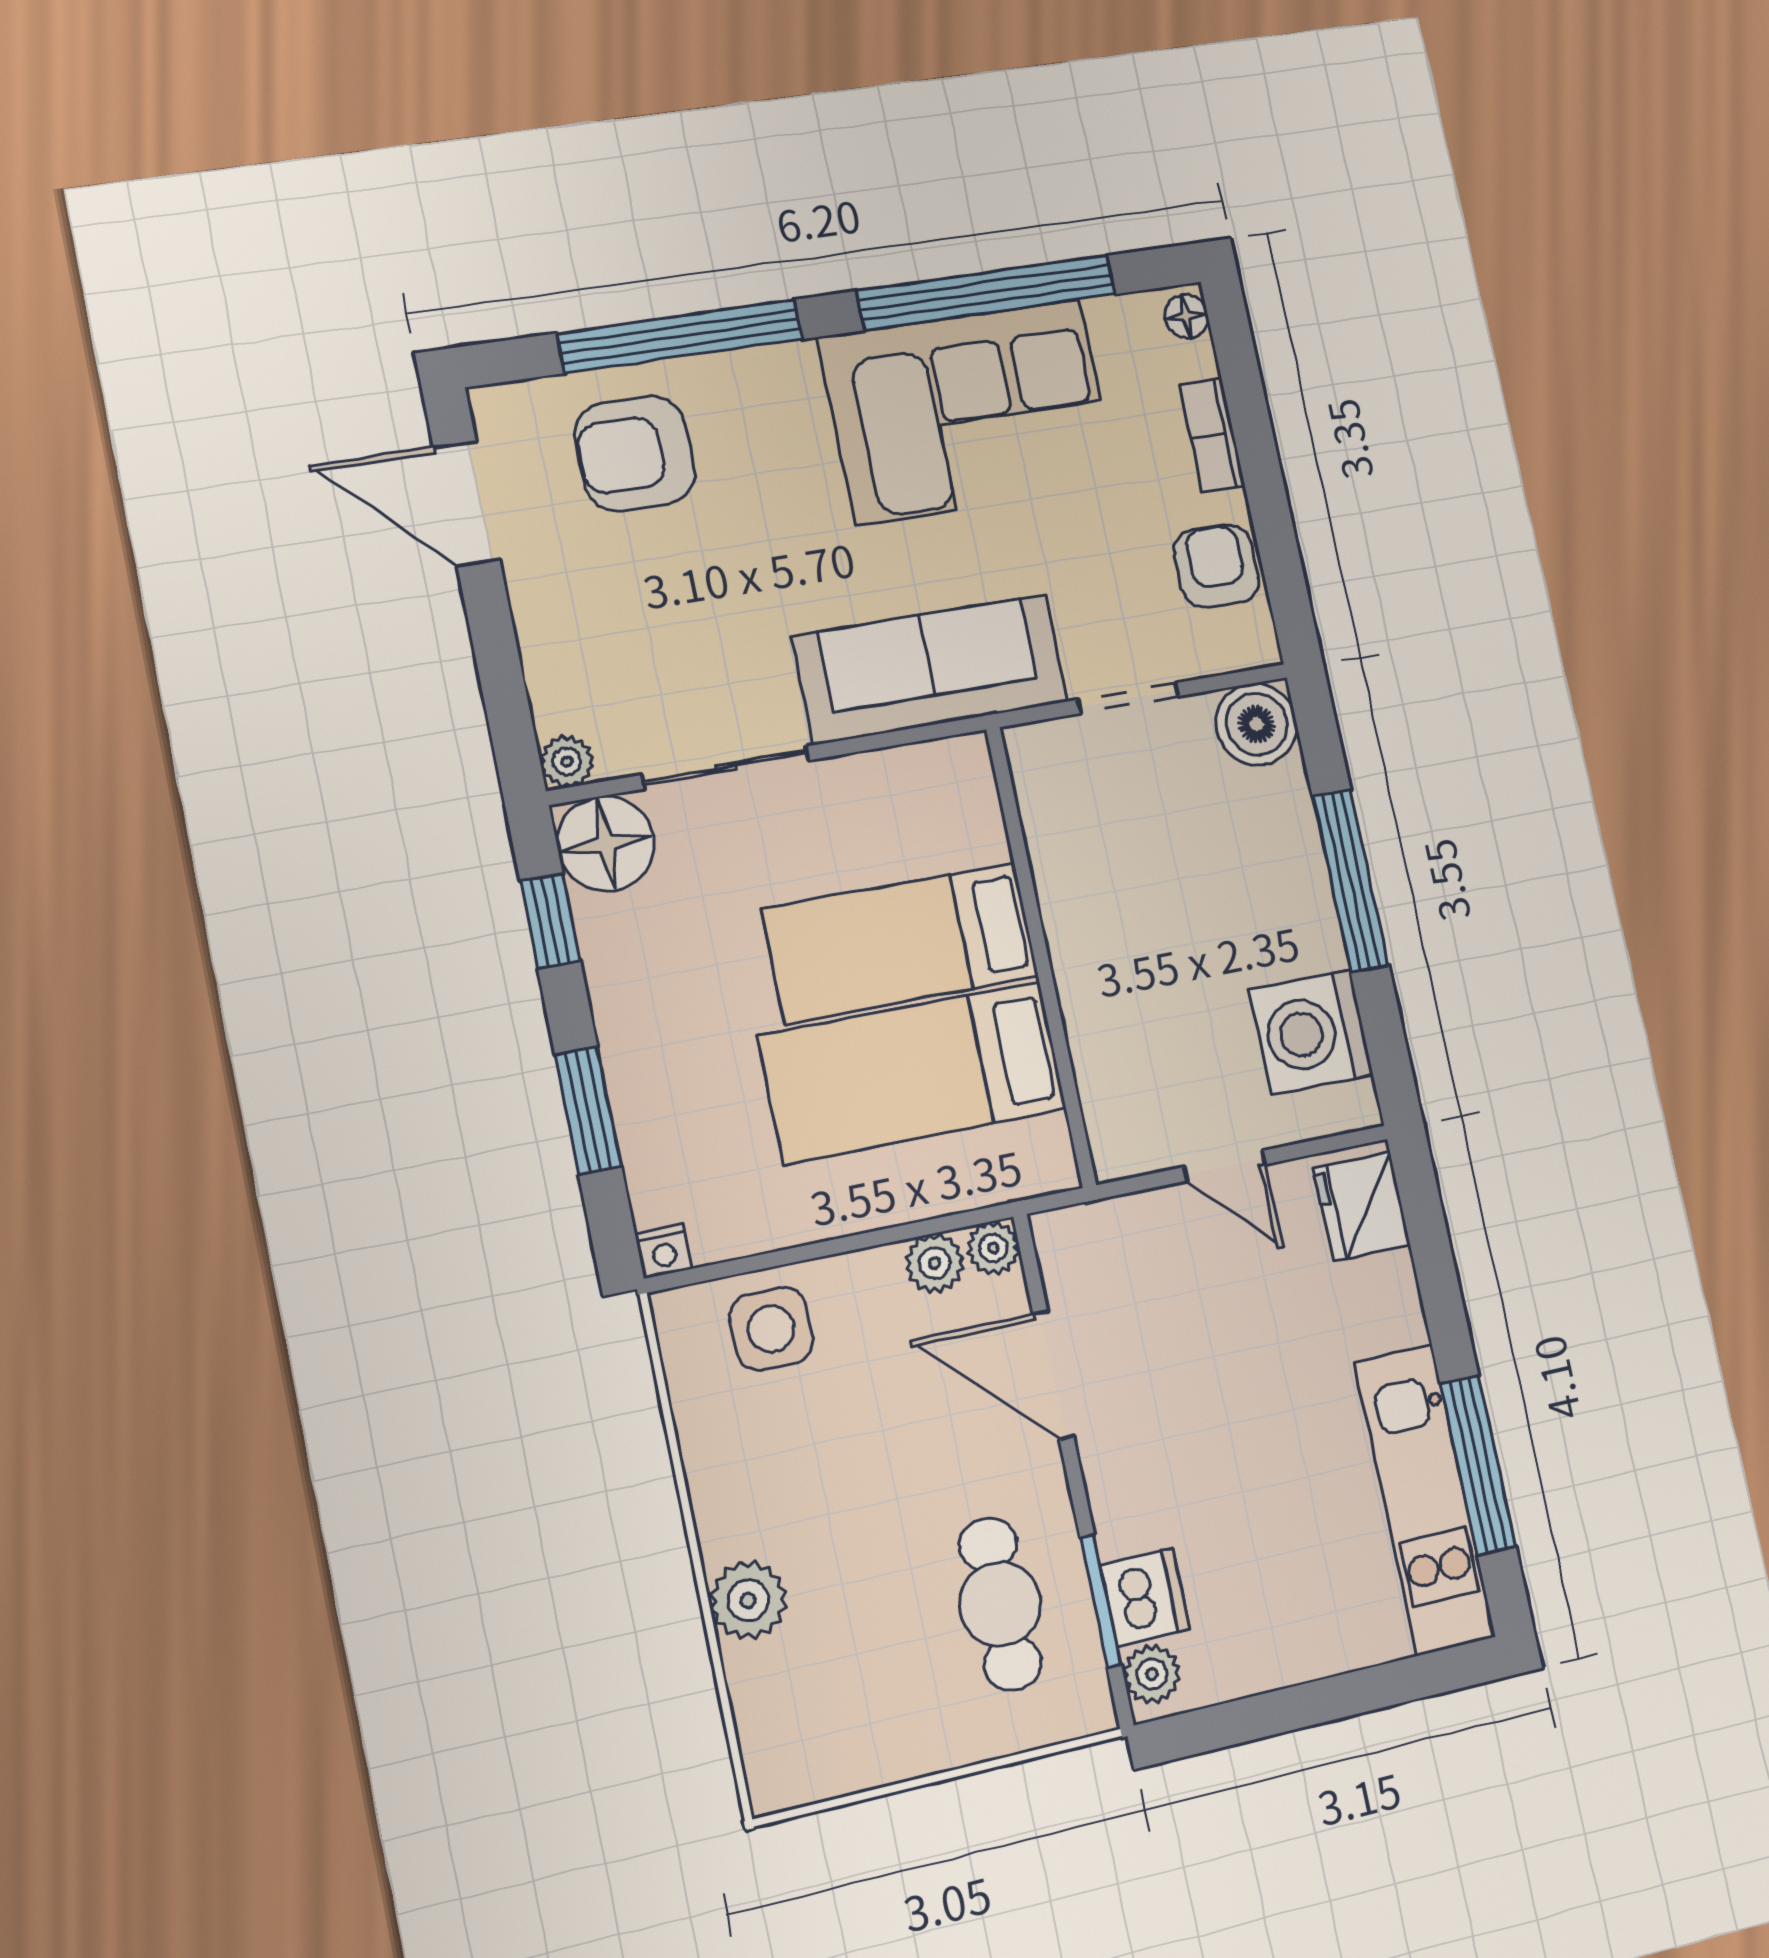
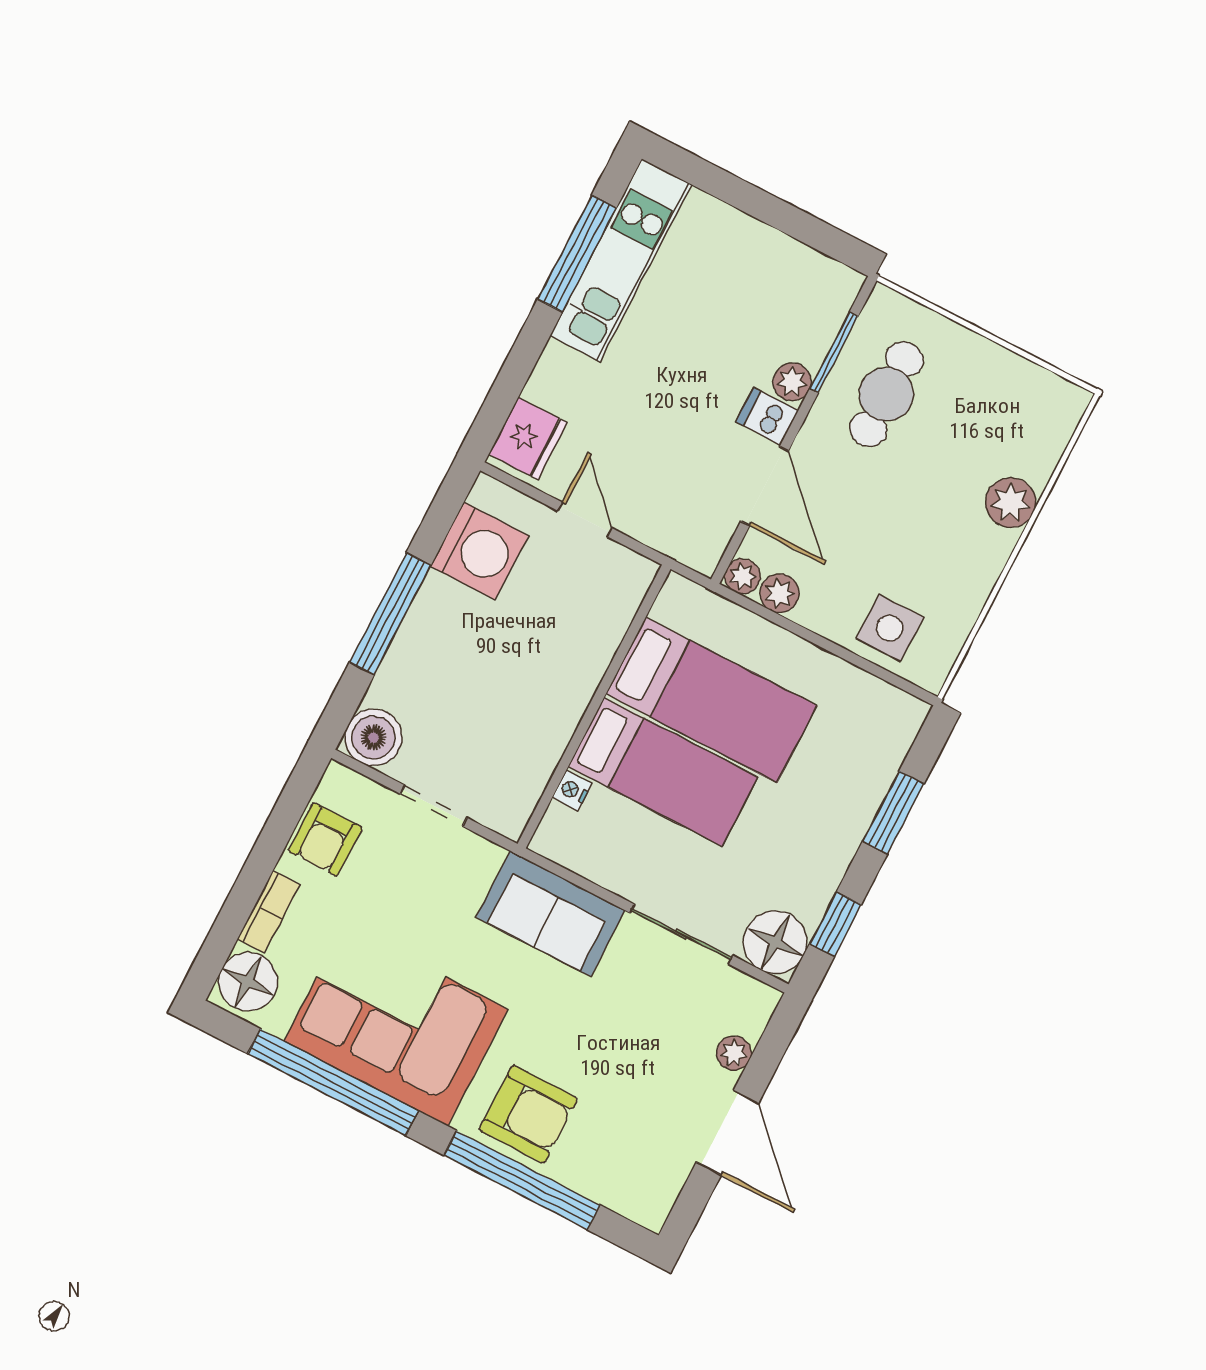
floor lamp: (1186, 316) -> (248, 982), width x1.89, depth x1.89
armchair: (635, 454) -> (528, 1114), moved
door: (467, 504) -> (727, 1133), moved
sofa: (931, 669) -> (551, 914), width x0.73
plant: (567, 761) -> (734, 1053), moved
nightstand: (664, 1252) -> (572, 790), moved, turned -90
dishwasher: (1145, 1597) -> (767, 416), moved, width x0.73
plant: (1152, 1674) -> (792, 382), moved

